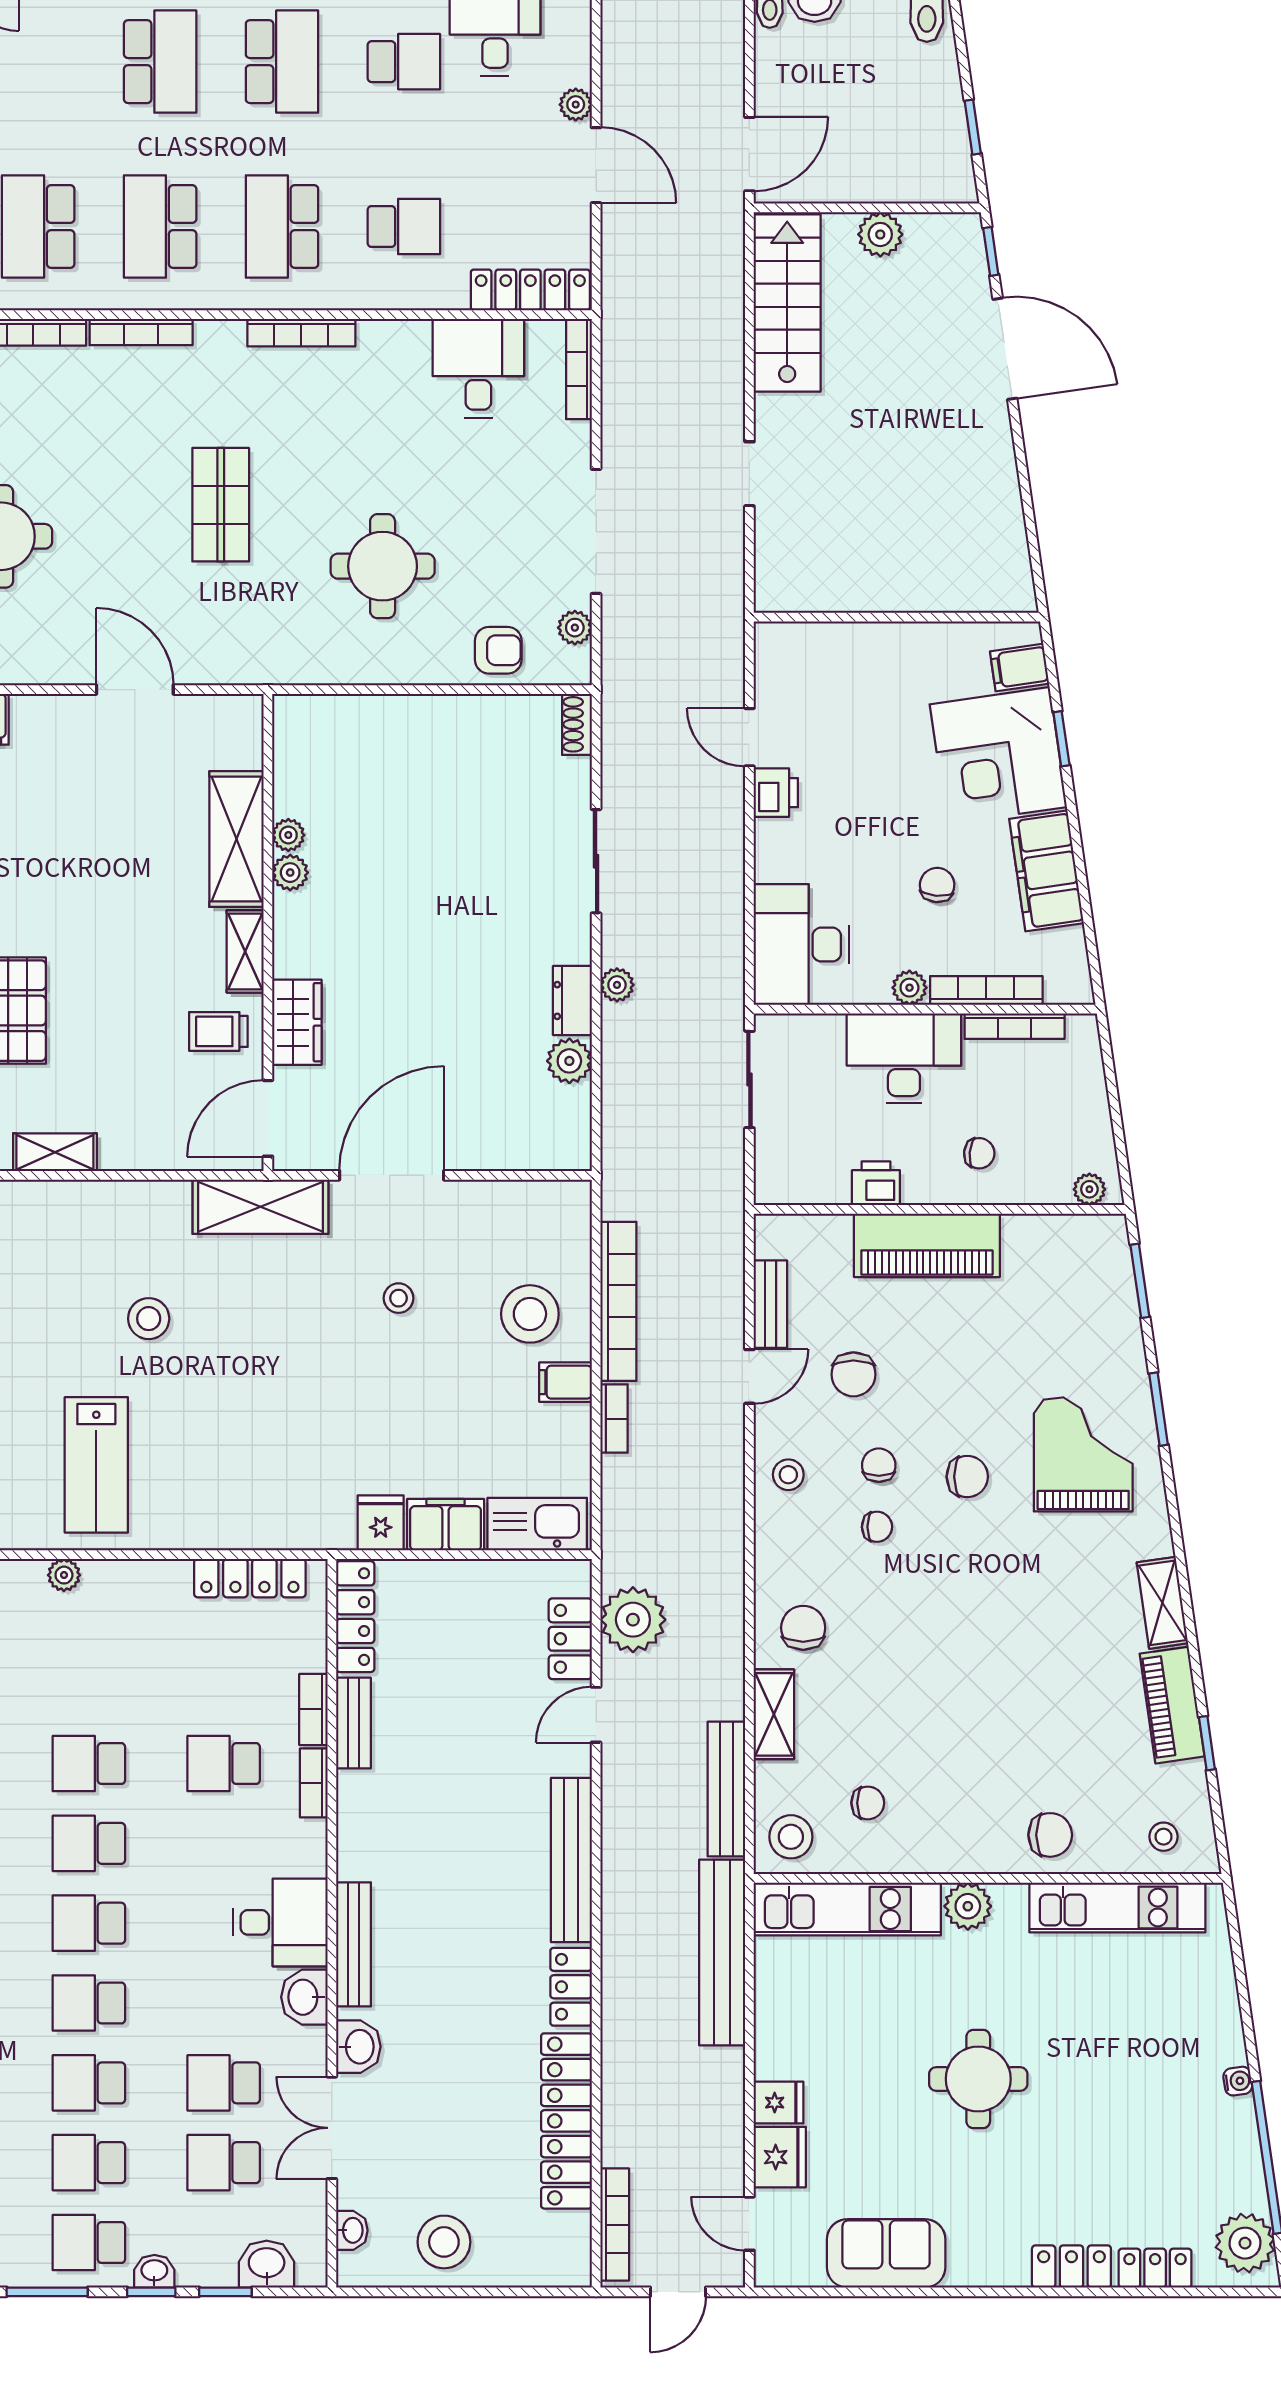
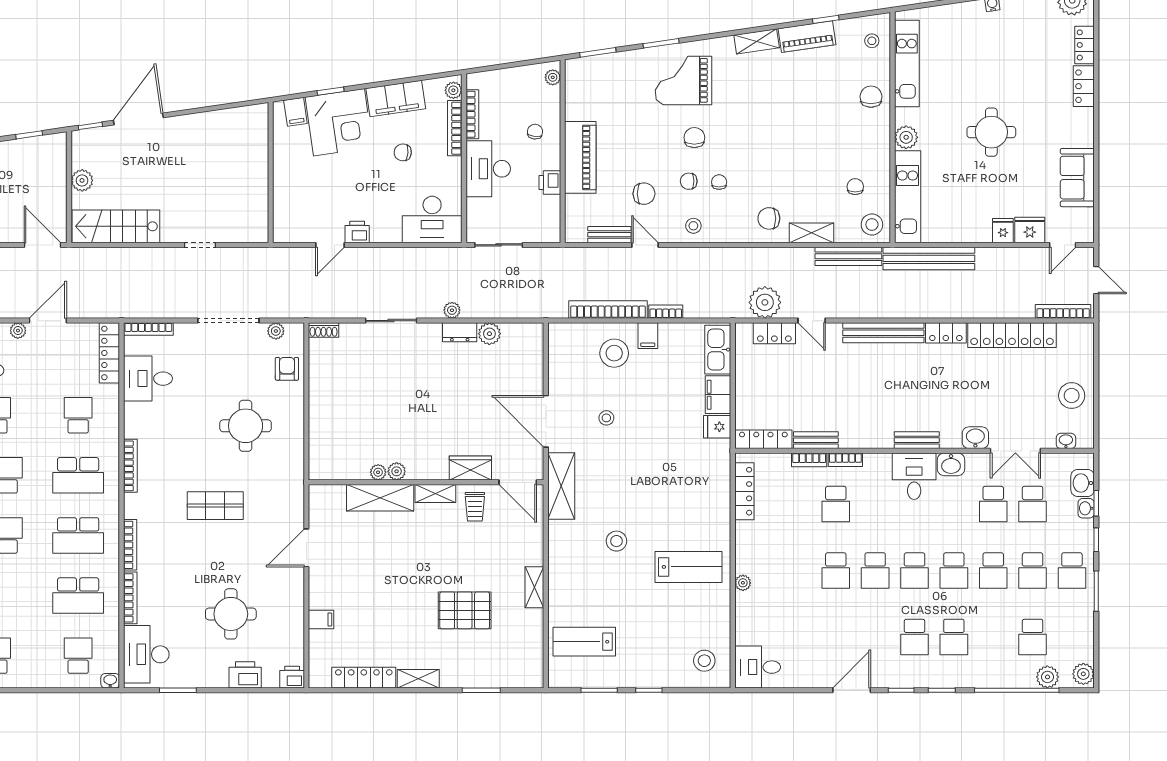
plant: (909, 988) -> (453, 90), moved
bench: (353, 1944) -> (917, 440), width x0.73
washbasin: (154, 2271) -> (1086, 508), moved

